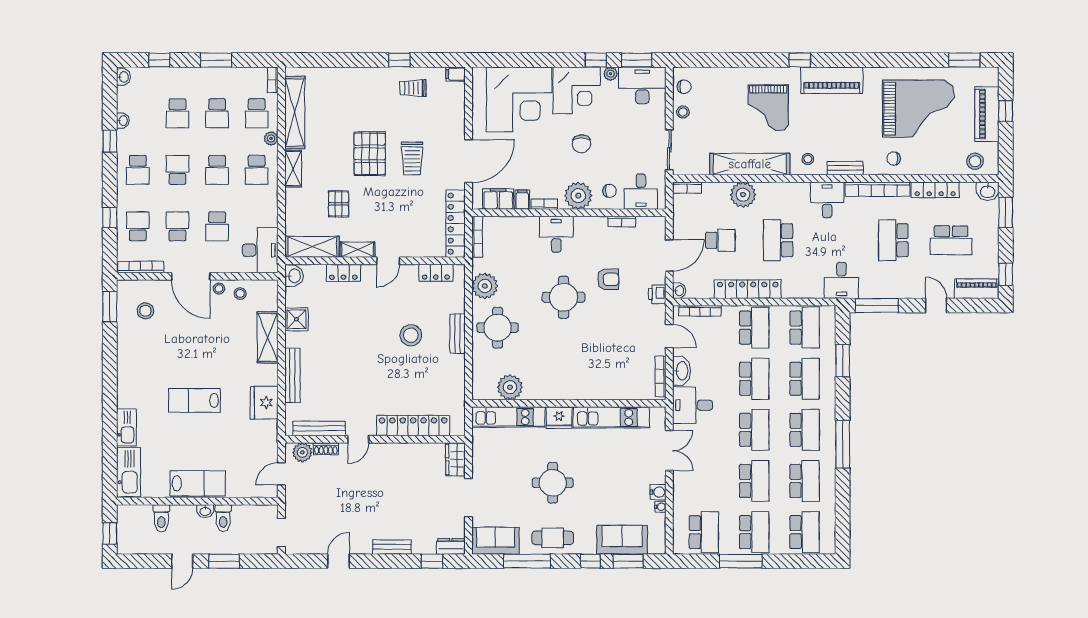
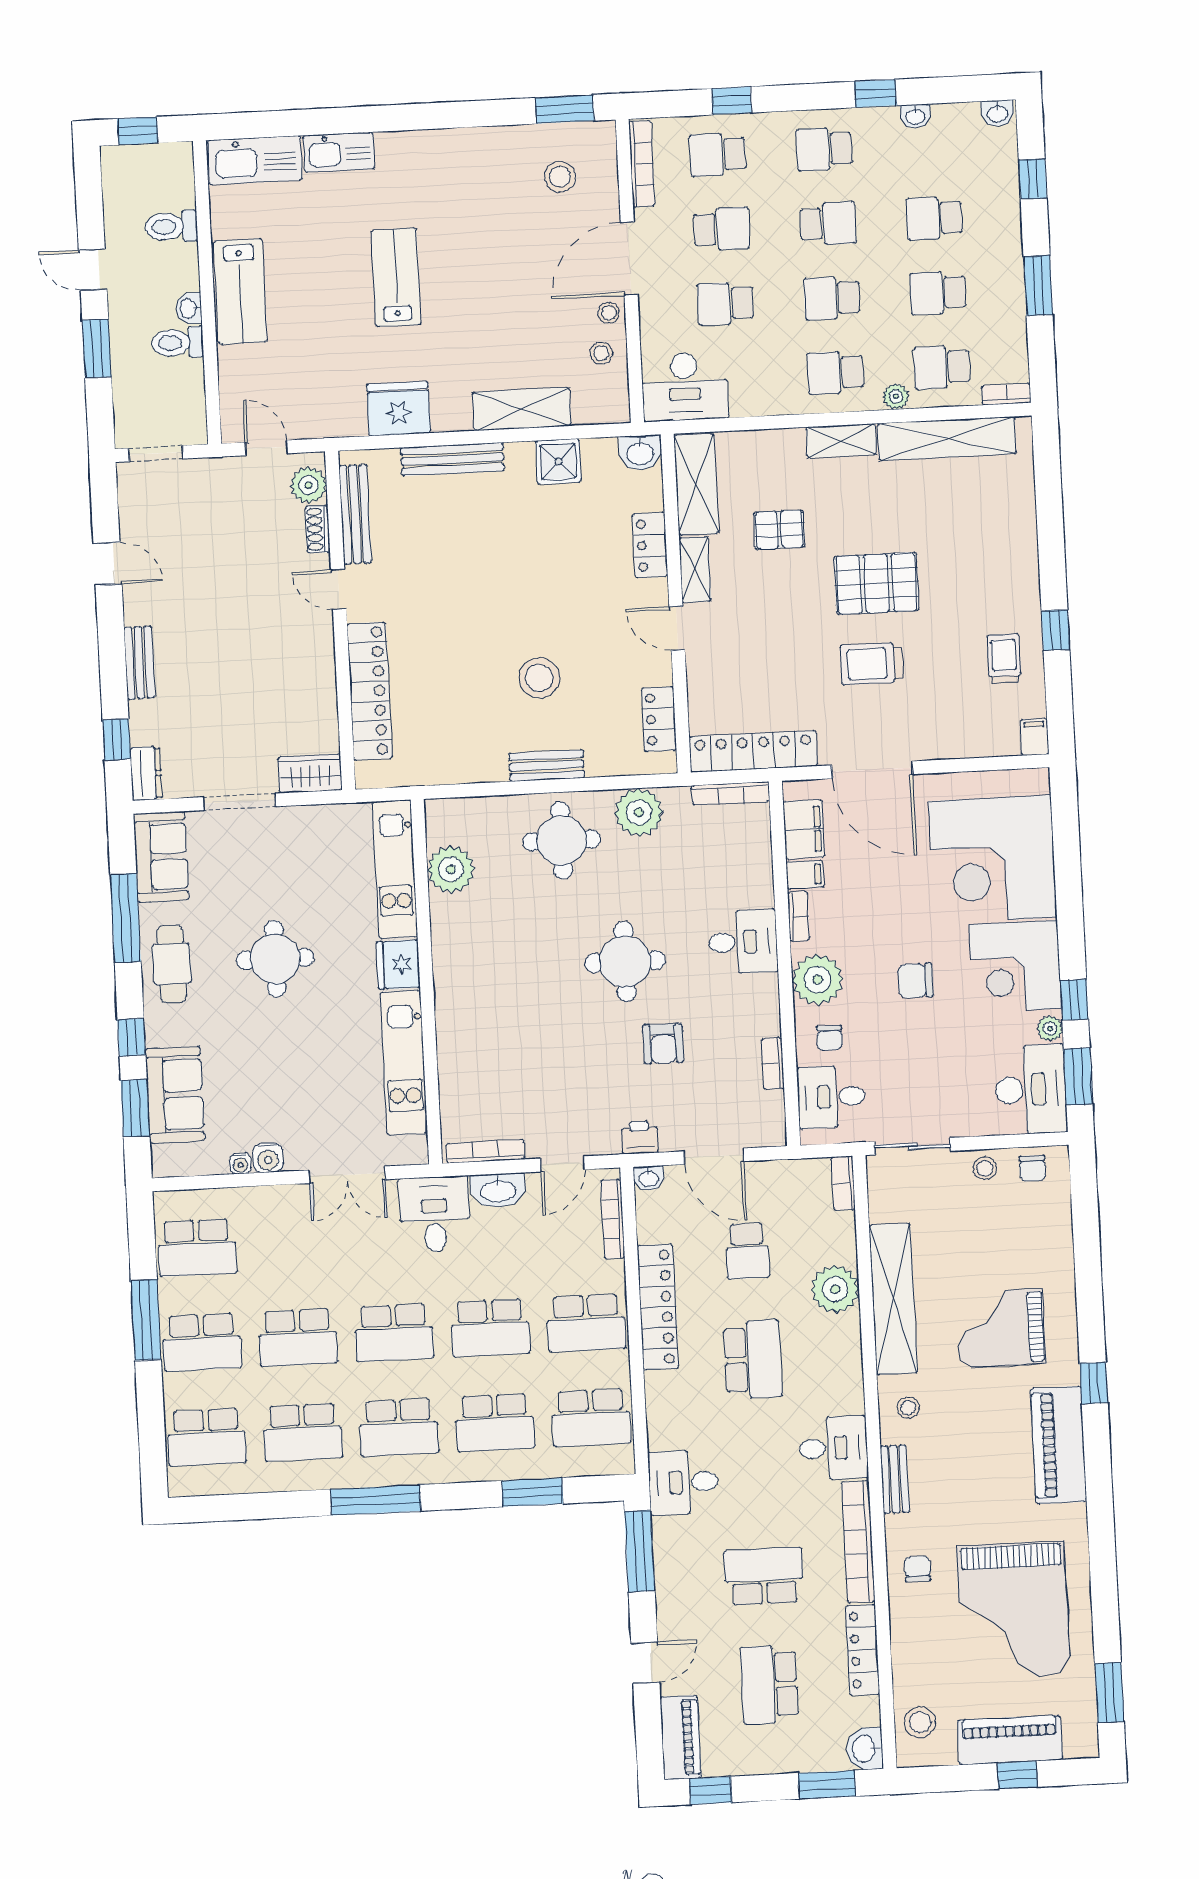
school desk: (138, 226) -> (718, 154), turned 180
school desk: (778, 240) -> (753, 1359), turned 90

